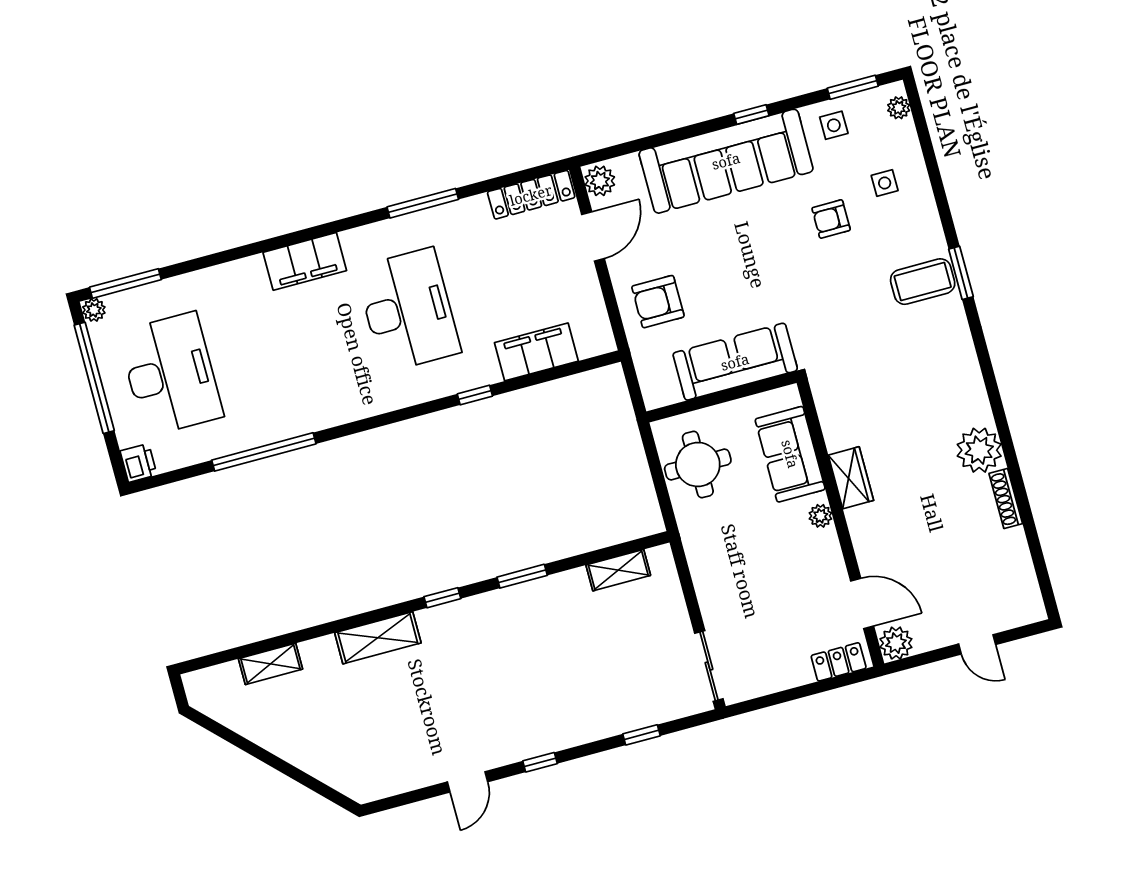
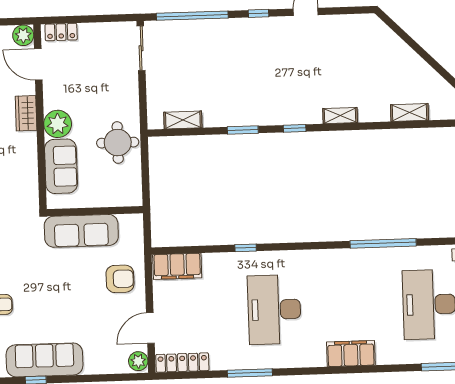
sofa: (726, 161) -> (45, 360), width x0.74, depth x0.79
filing cabinet: (305, 261) -> (351, 354), moved
filing cabinet: (536, 352) -> (177, 266), moved
round table: (698, 464) -> (118, 143), moved
wardrobe: (851, 478) -> (26, 113), moved
plant: (820, 516) -> (58, 124), width x1.87, depth x1.87
shelving: (378, 638) -> (340, 116), width x0.67, depth x0.75
window: (642, 735) -> (192, 16), width x3.17

